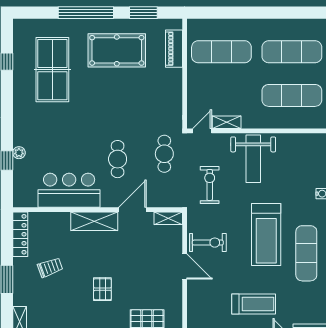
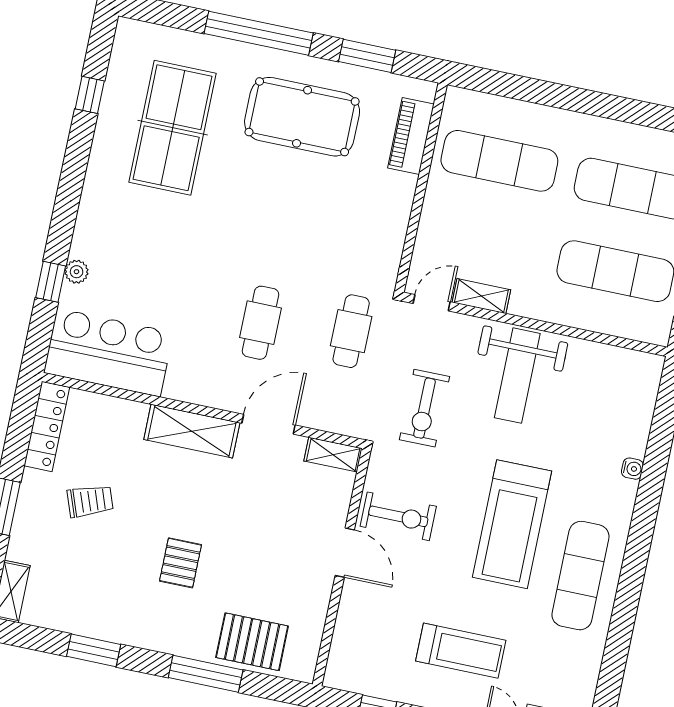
exercise bike: (210, 185) -> (425, 408), turned 180
bar counter: (69, 190) -> (109, 353), moved

